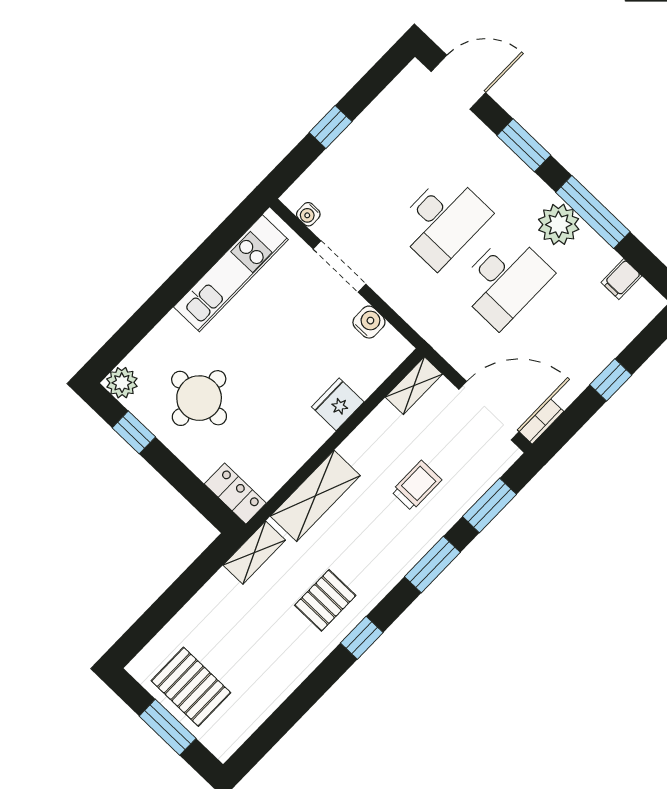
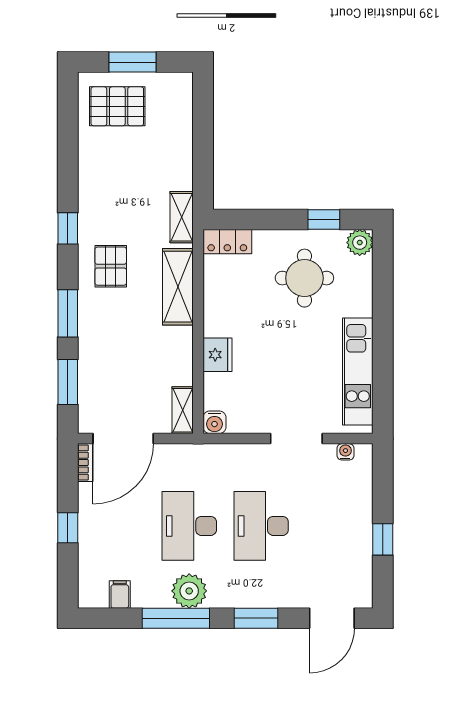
window: (331, 127) -> (383, 539), moved
water cooler: (369, 322) -> (214, 422), moved
trolley: (417, 486) -> (123, 352), removed
pallet: (325, 600) -> (111, 266), moved
pallet: (191, 687) -> (117, 106), moved

